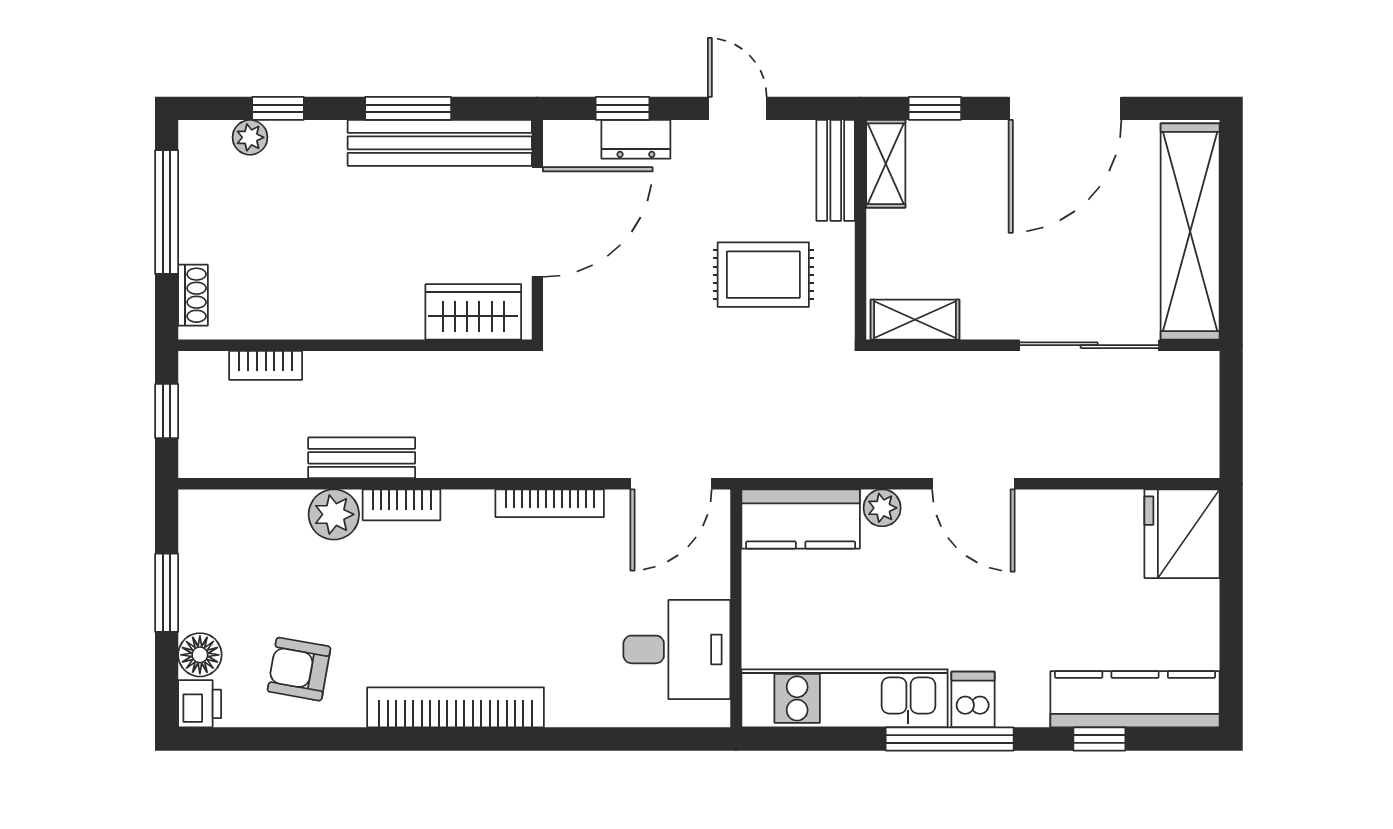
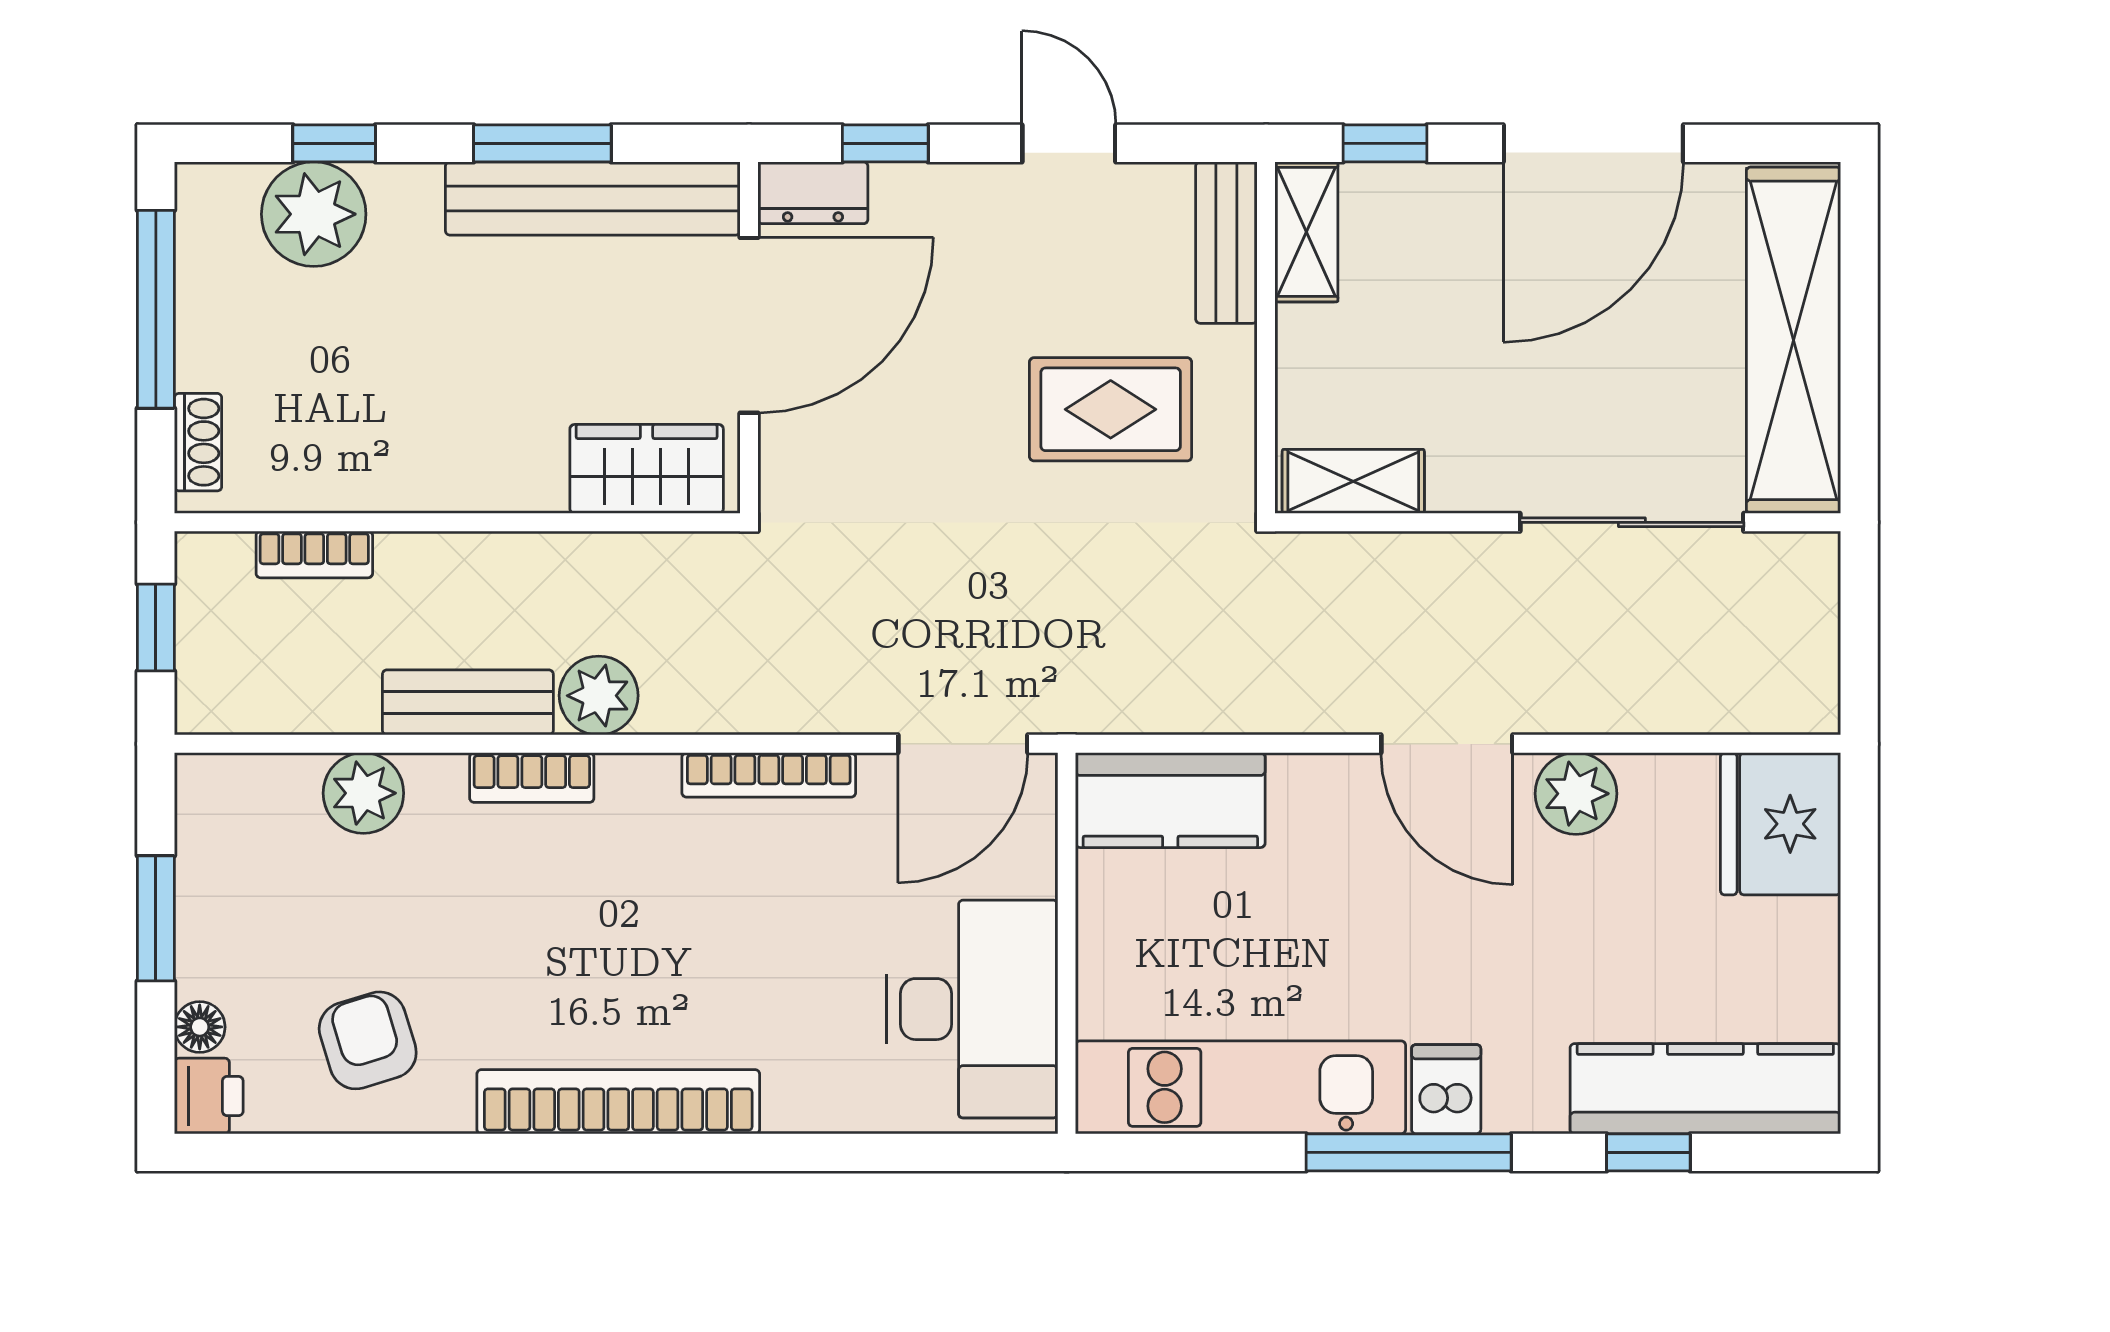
plant: (250, 137) -> (314, 214), width x1.87, depth x1.87
dresser: (636, 139) -> (813, 193), moved
plant: (443, 454) -> (599, 696), added
plant: (882, 508) -> (1576, 794), moved, width x1.38, depth x1.38
plant: (334, 514) -> (363, 793), moved
desk: (677, 649) -> (972, 1009), width x1.37
floor lamp: (200, 655) -> (200, 1027), width x0.73, depth x0.73
armchair: (299, 669) -> (368, 1040), turned 63

